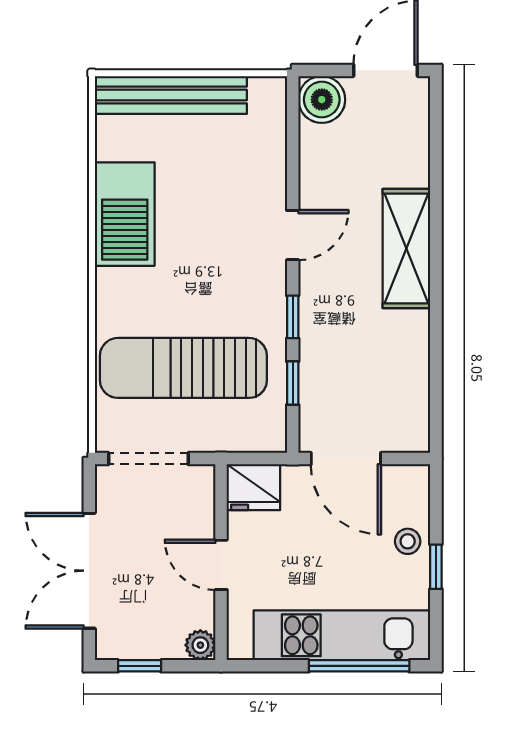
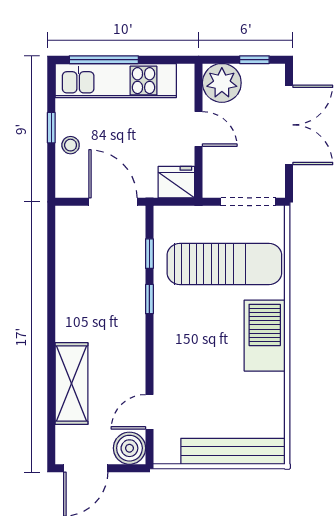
barbecue: (125, 214) -> (265, 336), moved
door: (293, 235) -> (149, 412), moved
shelving: (406, 248) -> (71, 384), moved
plant: (200, 645) -> (222, 83), width x1.87, depth x1.87

